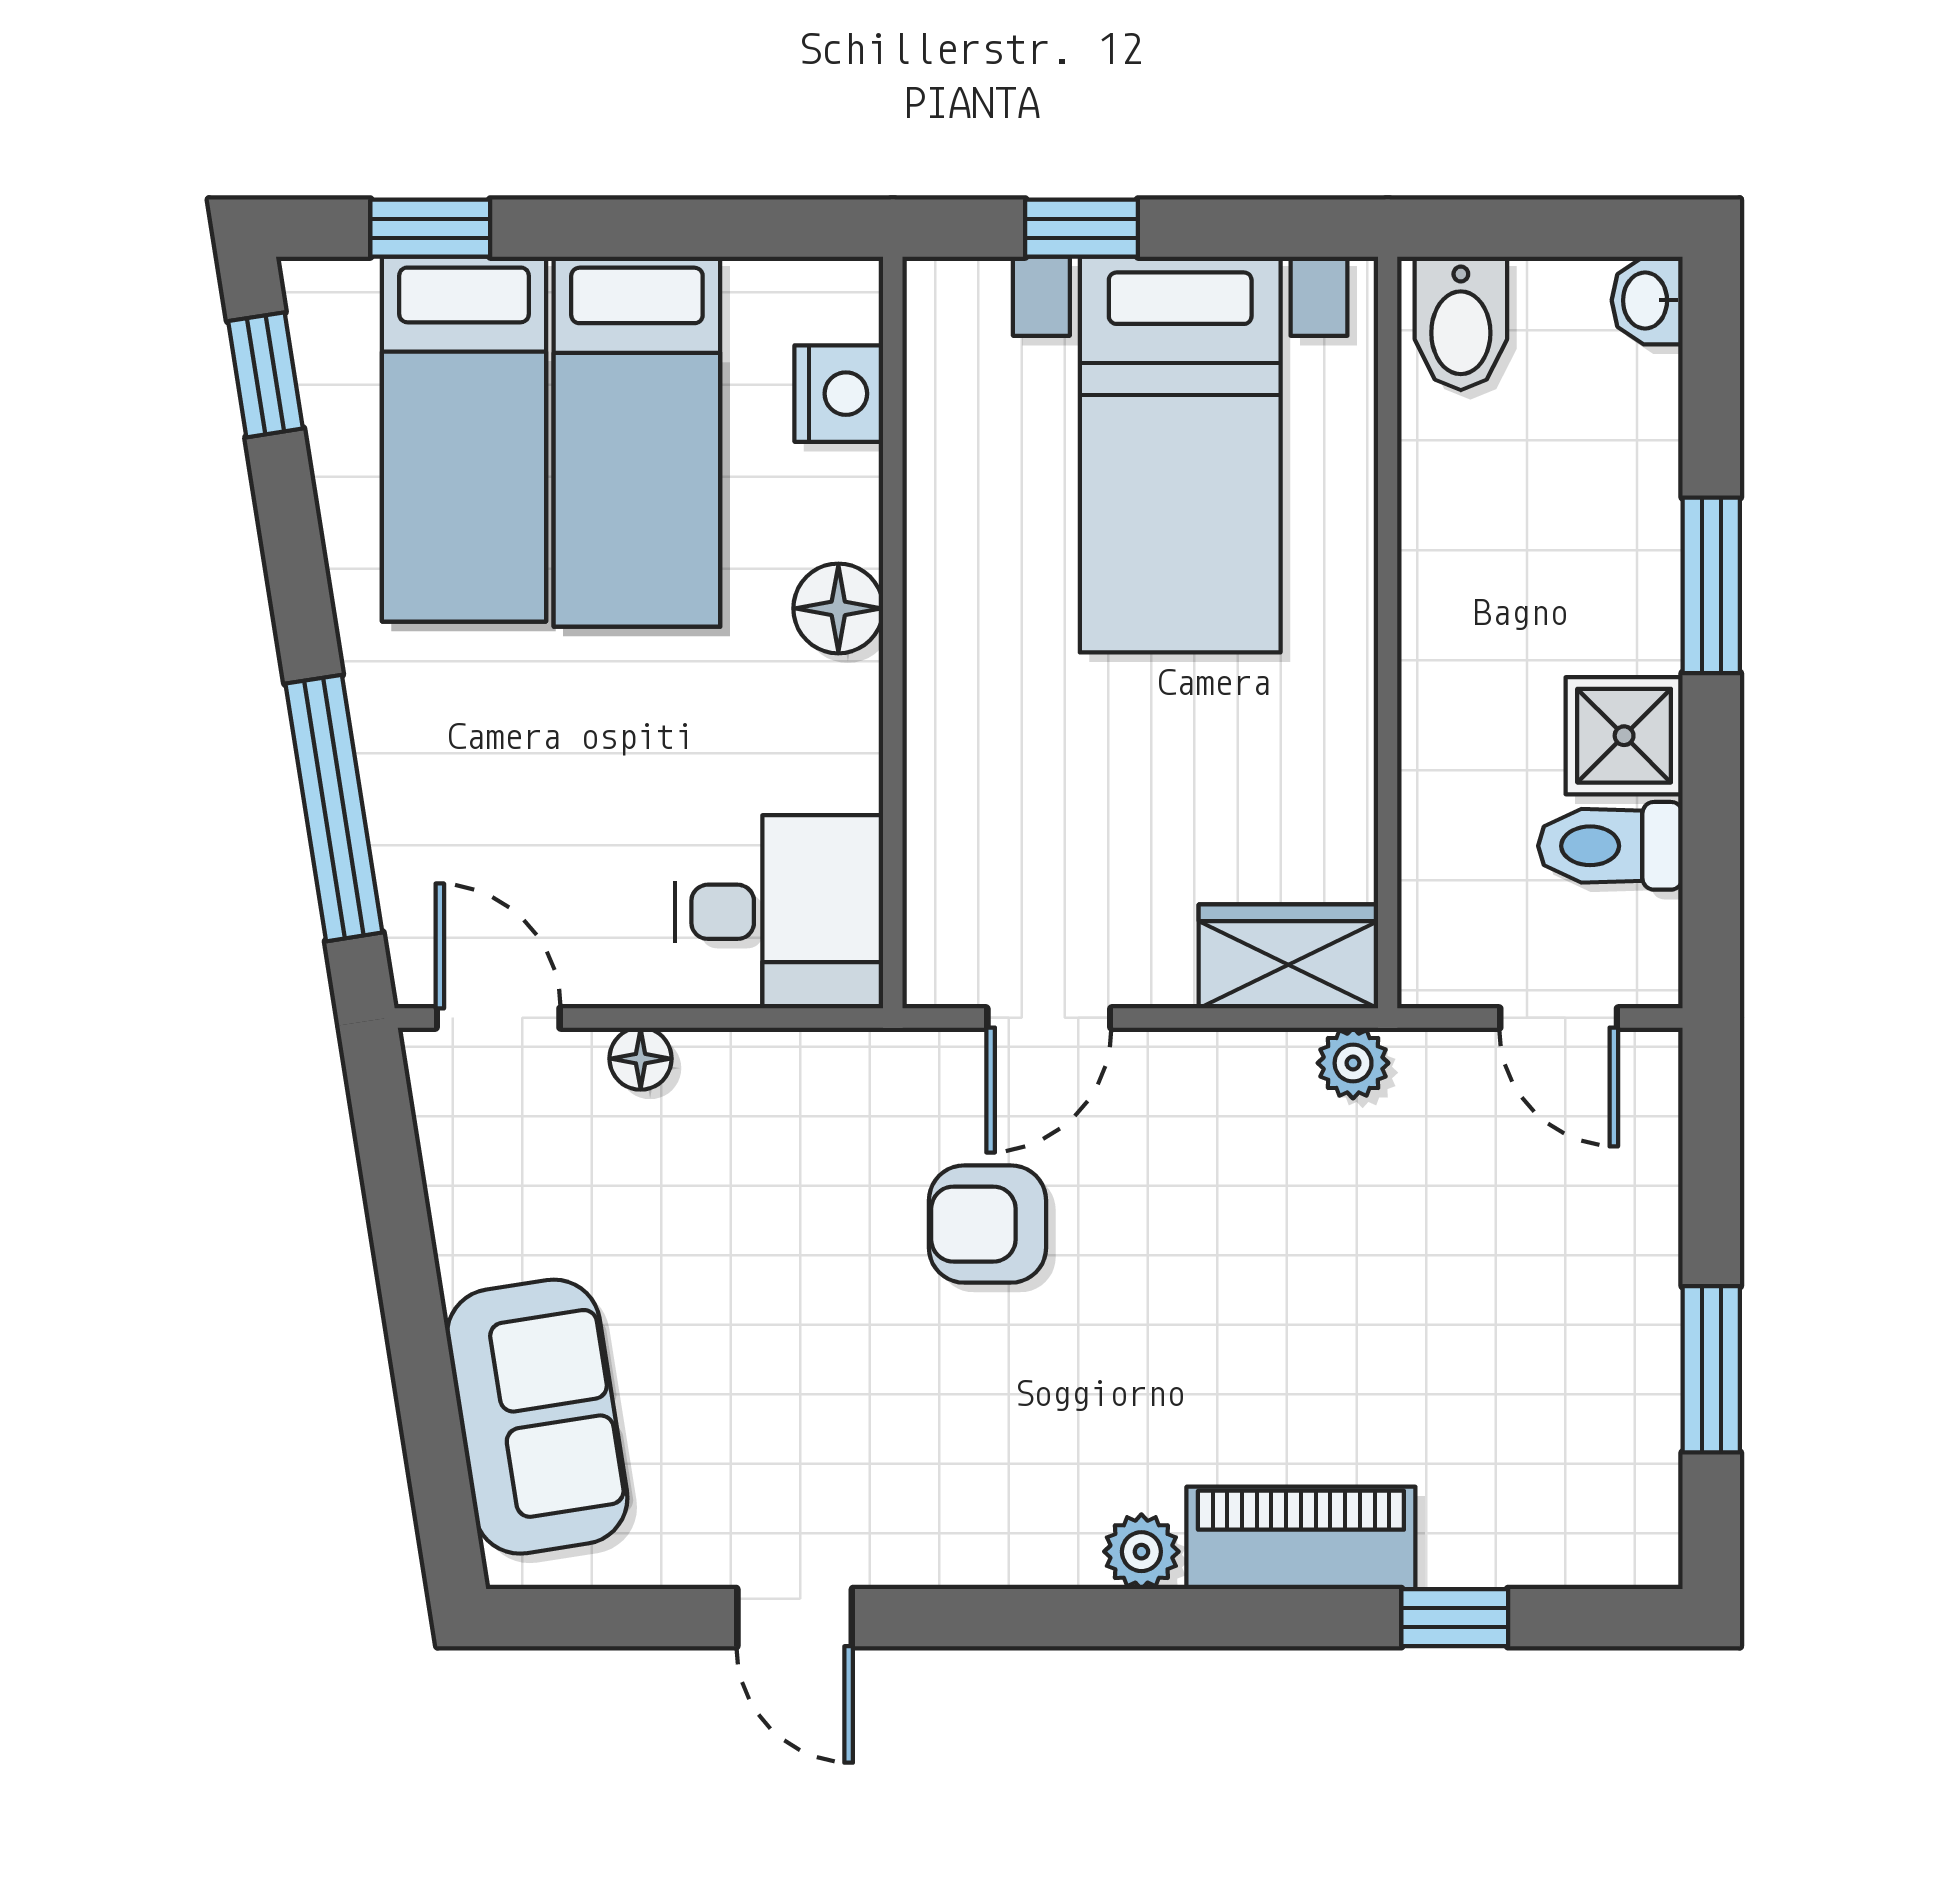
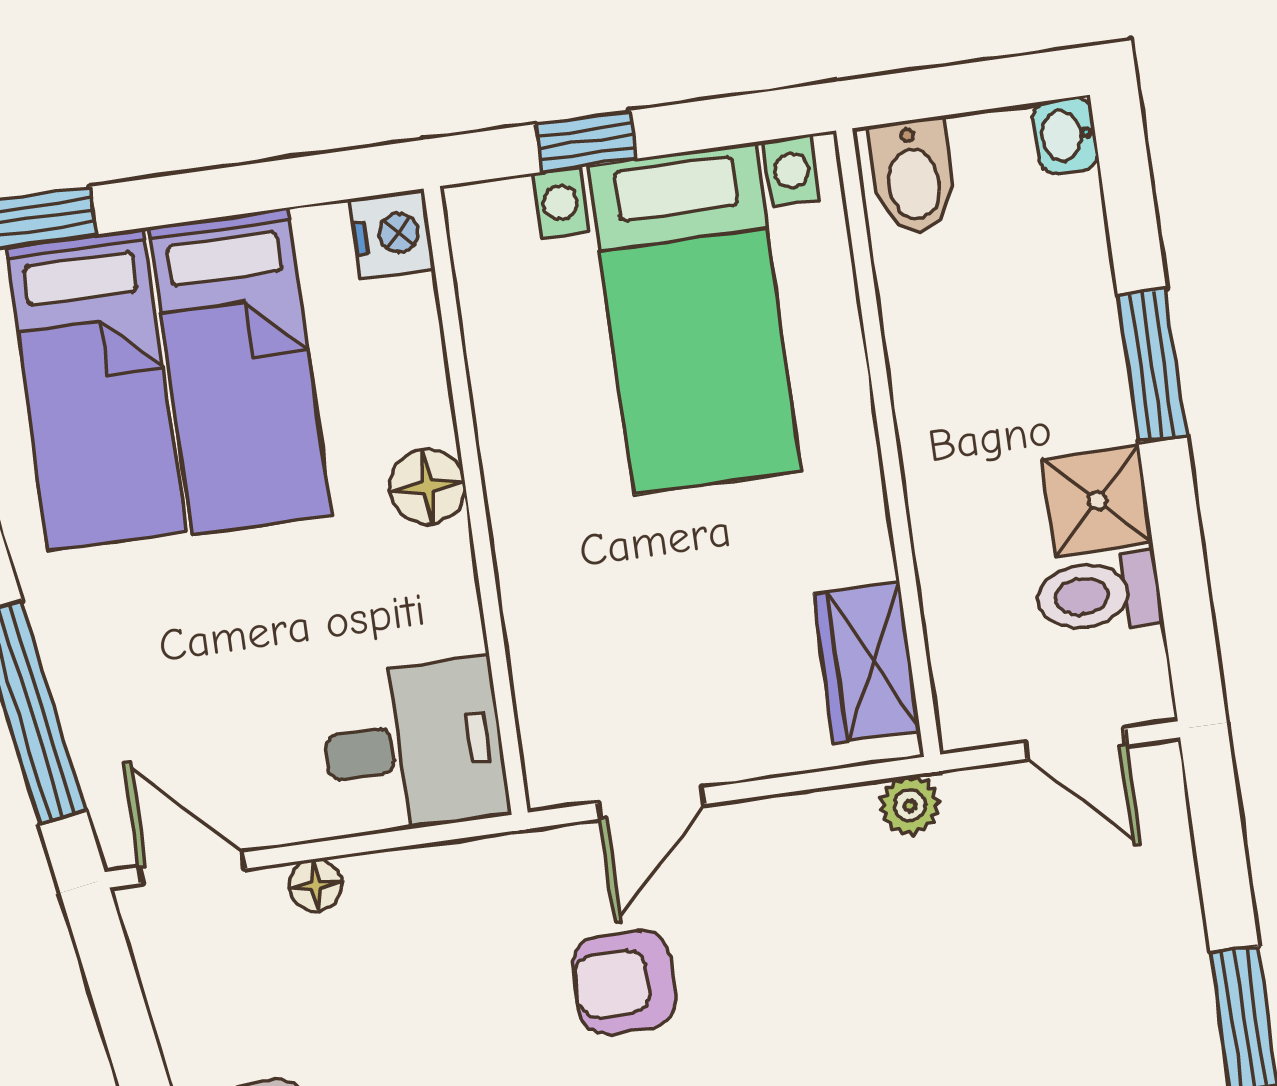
nightstand: (839, 394) -> (392, 234), moved
wardrobe: (1288, 956) -> (867, 662), moved, turned -90

